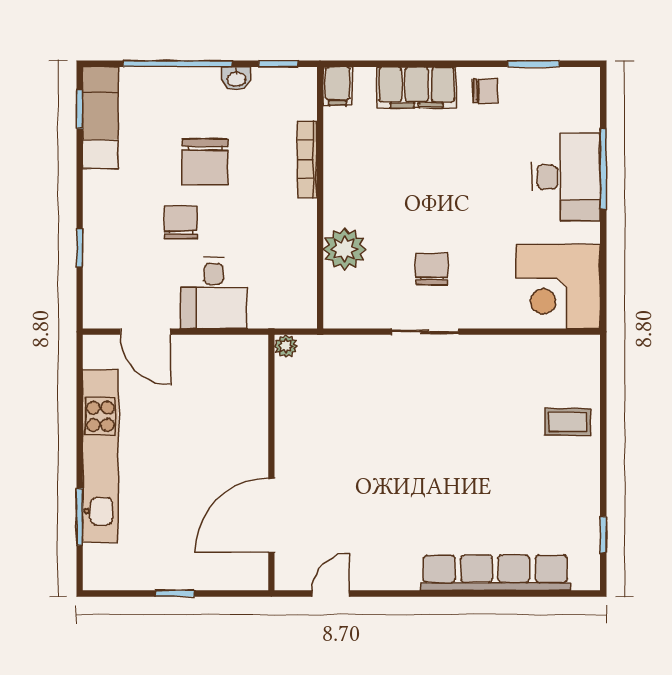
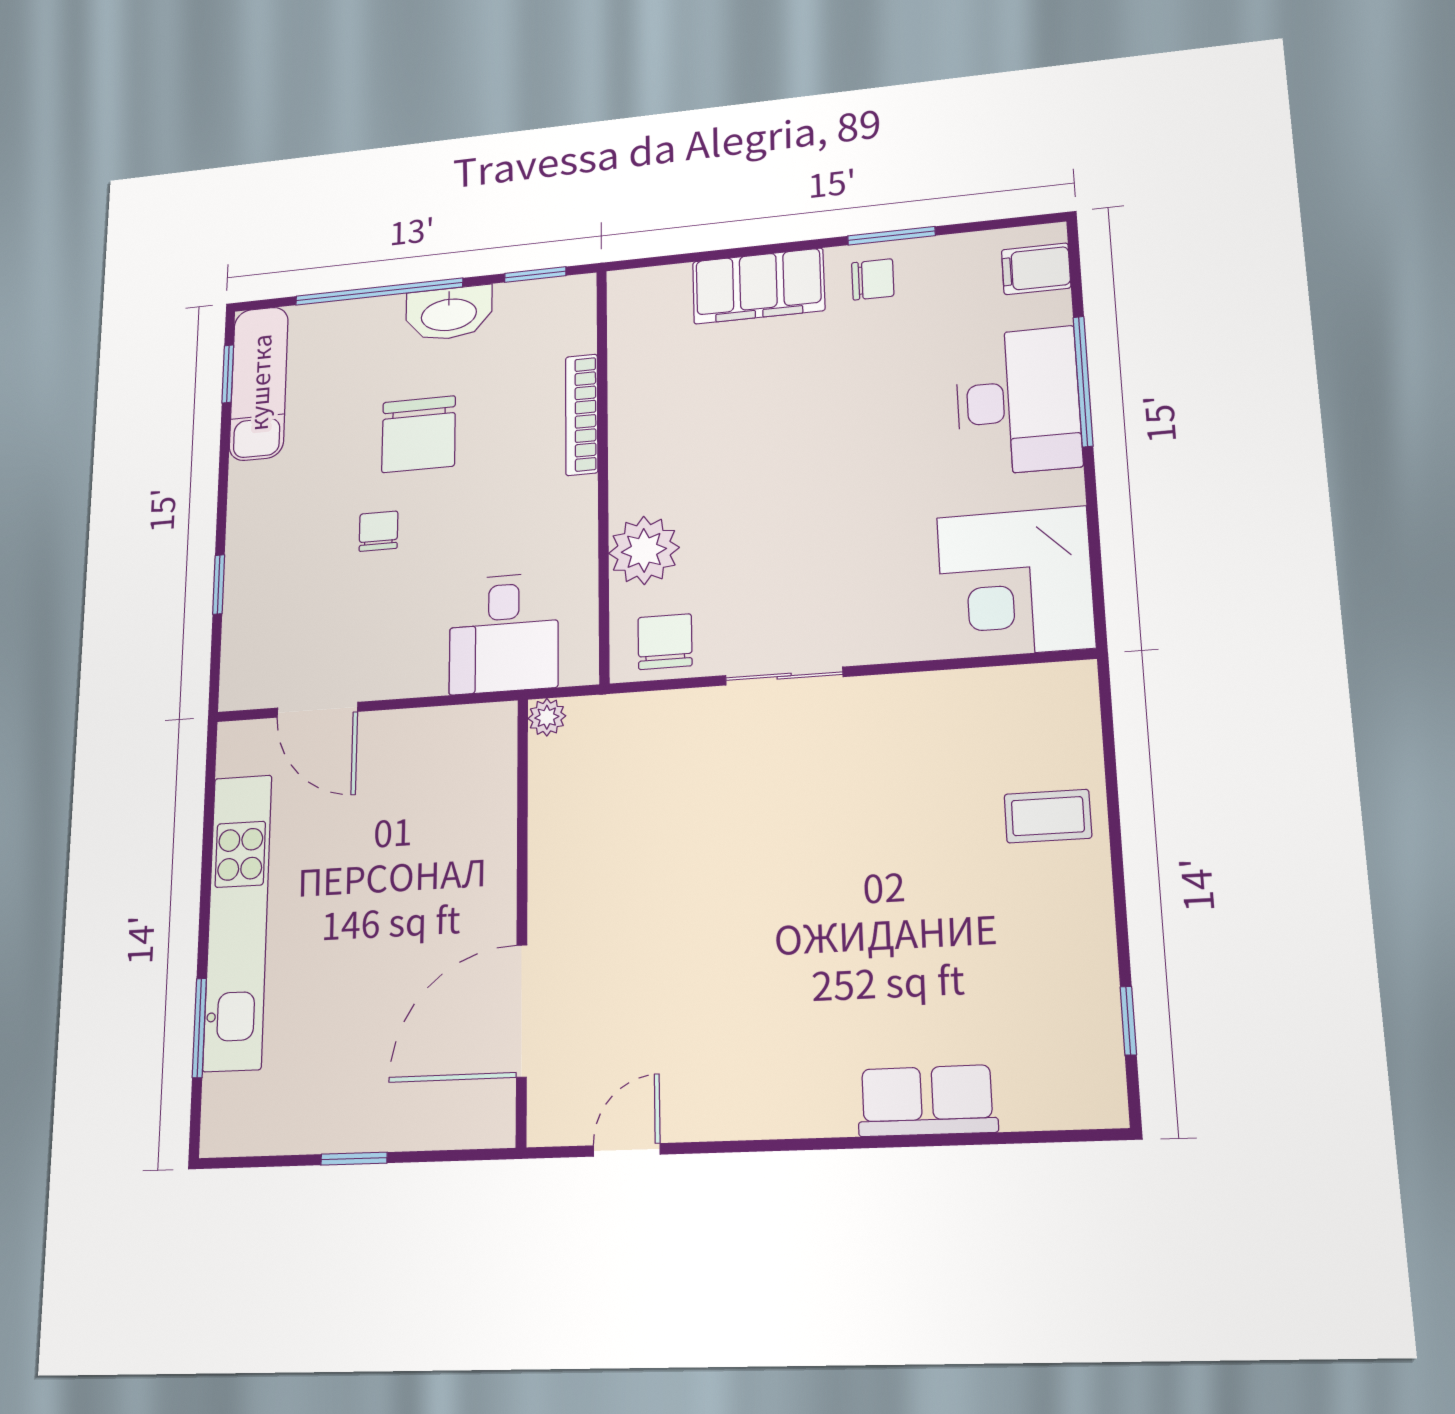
window: (534, 64) -> (891, 236), moved
washbasin: (236, 78) -> (449, 313), width x1.91, depth x1.45
filing cabinet: (338, 86) -> (1036, 269), moved, turned 90
chair: (181, 222) -> (379, 531), width x0.73, depth x0.73
chair: (432, 269) -> (665, 642), moved
desk: (214, 293) -> (504, 633), moved
row of seats: (495, 573) -> (927, 1101), width x0.50

